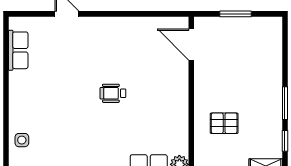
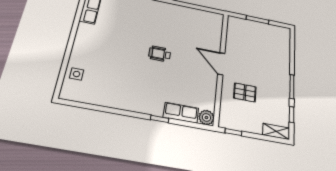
door: (191, 45) -> (221, 64), moved

